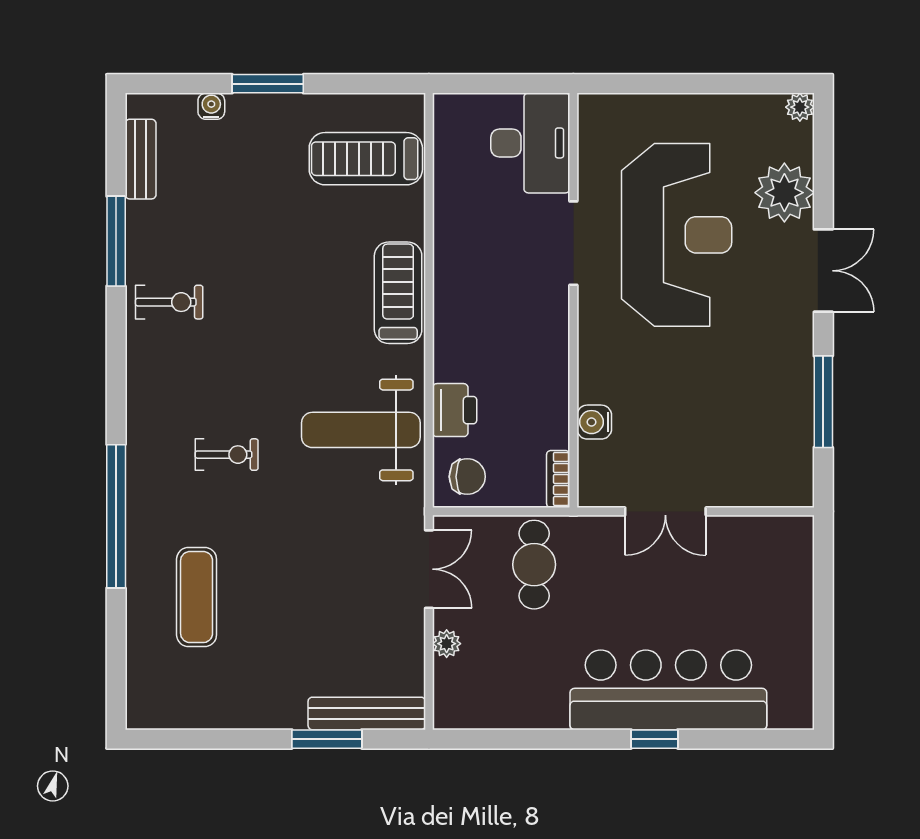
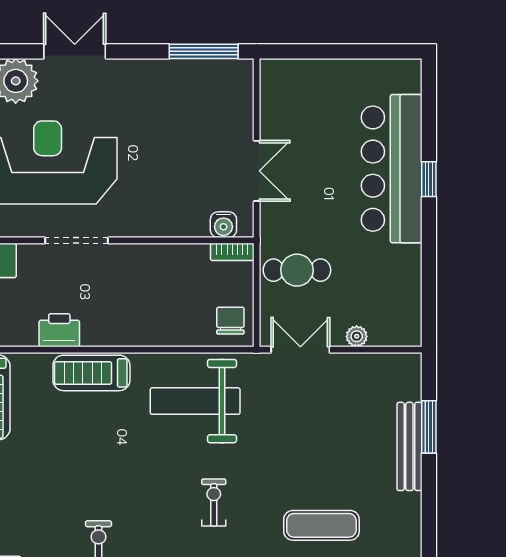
doorway: (573, 243) -> (76, 240), moved
window: (823, 402) -> (204, 51), moved
printer: (455, 410) -> (59, 330), moved
water cooler: (594, 422) -> (223, 225), moved
weight bench: (361, 430) -> (195, 401), turned 90
bench: (367, 713) -> (409, 446), moved

